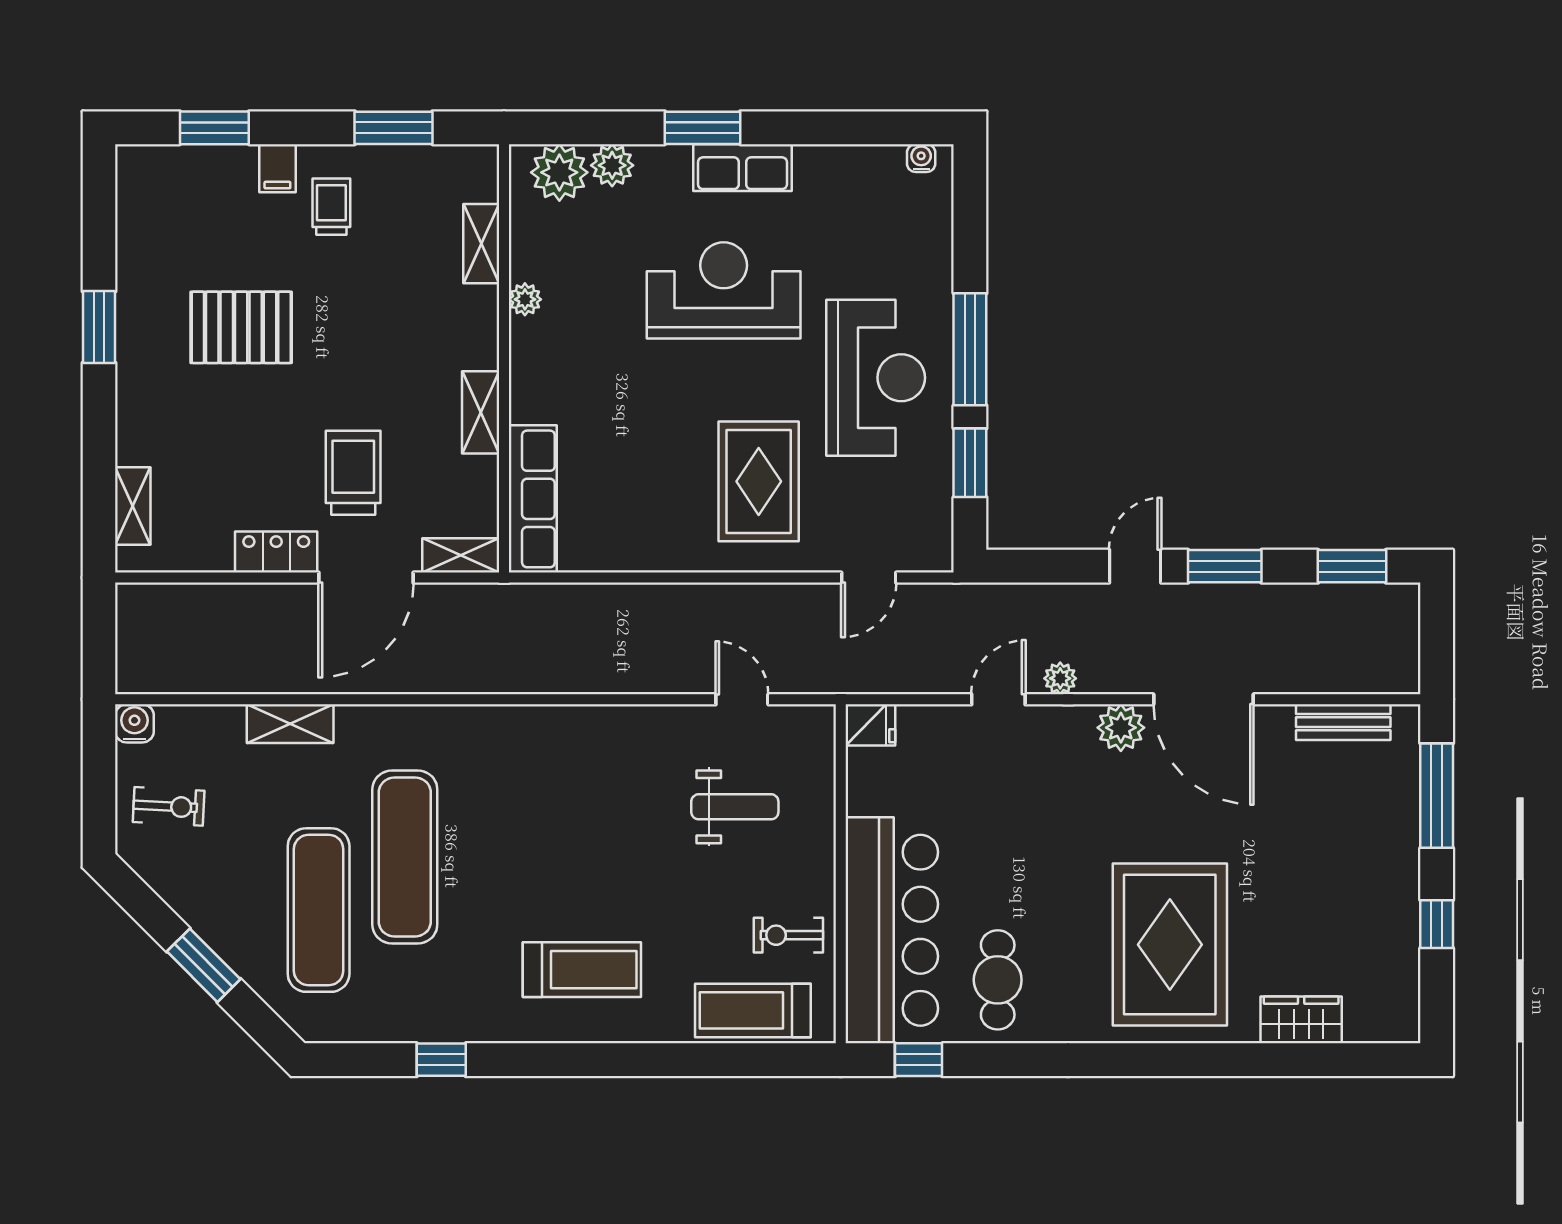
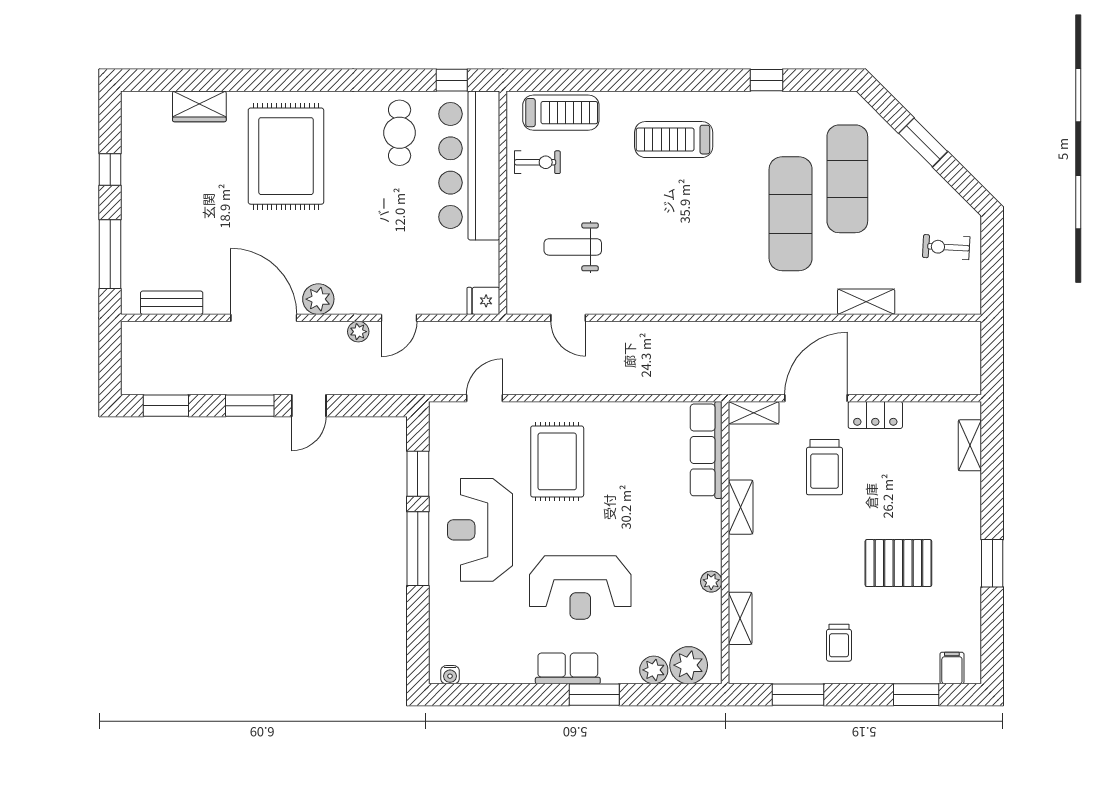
filing cabinet: (277, 168) -> (952, 668), moved
water cooler: (134, 723) -> (969, 302), removed

